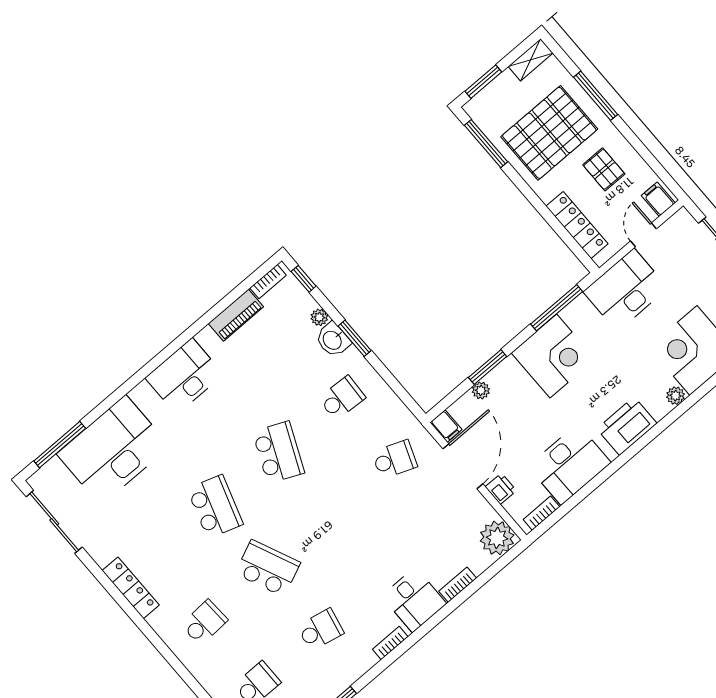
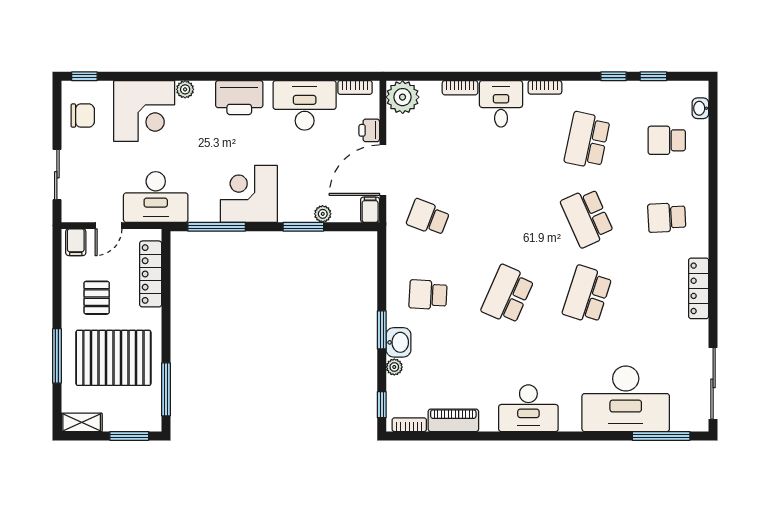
school desk: (320, 630) -> (587, 140), width x1.85

